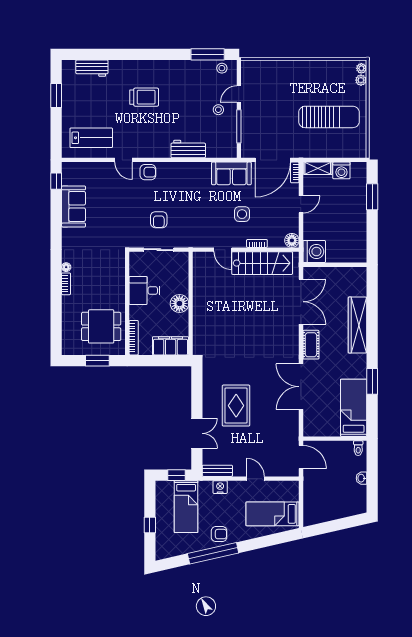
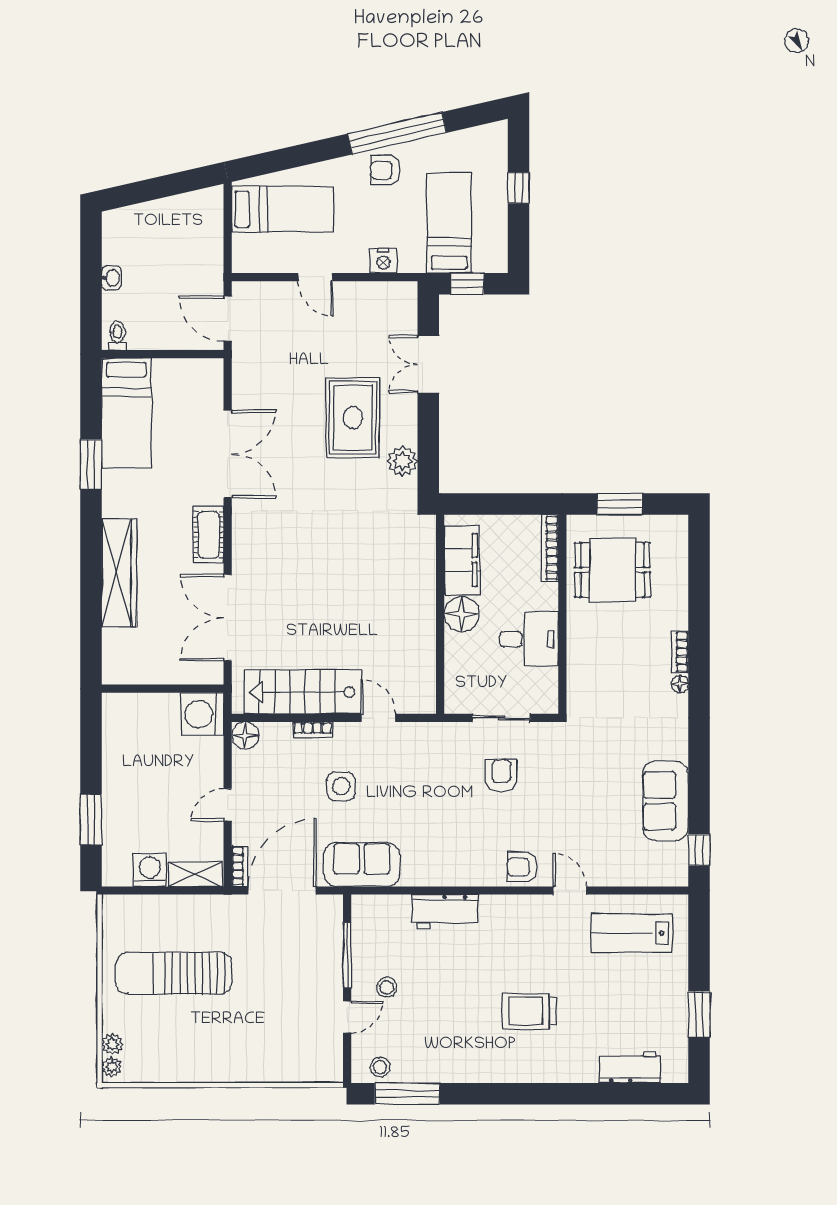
filing cabinet: (171, 346) -> (462, 560), moved, turned -90
plant: (210, 383) -> (402, 461), added
bench: (217, 471) -> (389, 292), removed

